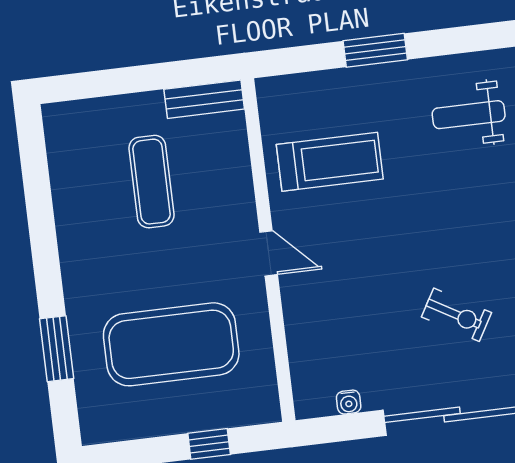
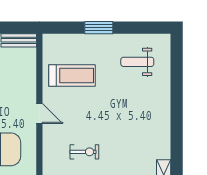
exercise bike: (456, 315) -> (84, 152), moved, turned -30

